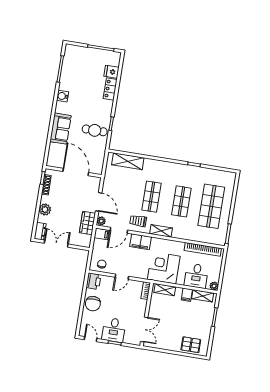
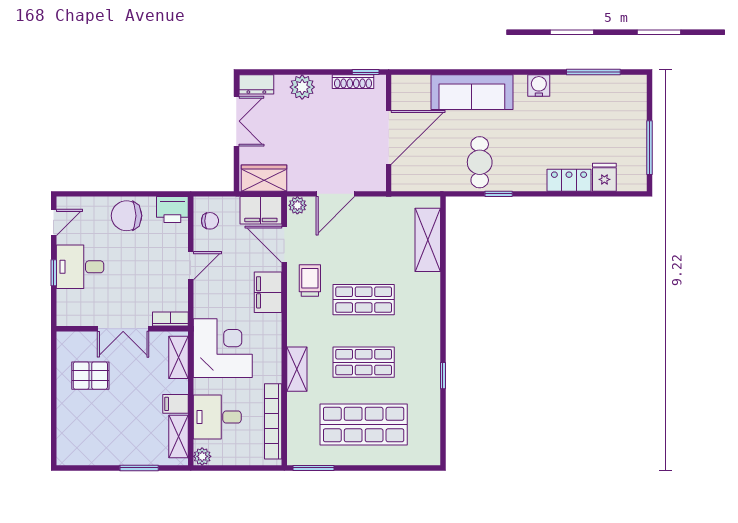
sofa: (60, 129) -> (472, 92), width x1.36
wardrobe: (87, 223) -> (264, 178), moved
shelving: (161, 231) -> (297, 369), moved
filing cabinet: (102, 234) -> (261, 210), width x2.00
door: (122, 277) -> (191, 266), swing flipped
double door: (144, 329) -> (123, 329), moved
pallet: (191, 345) -> (90, 376), moved, turned 90

